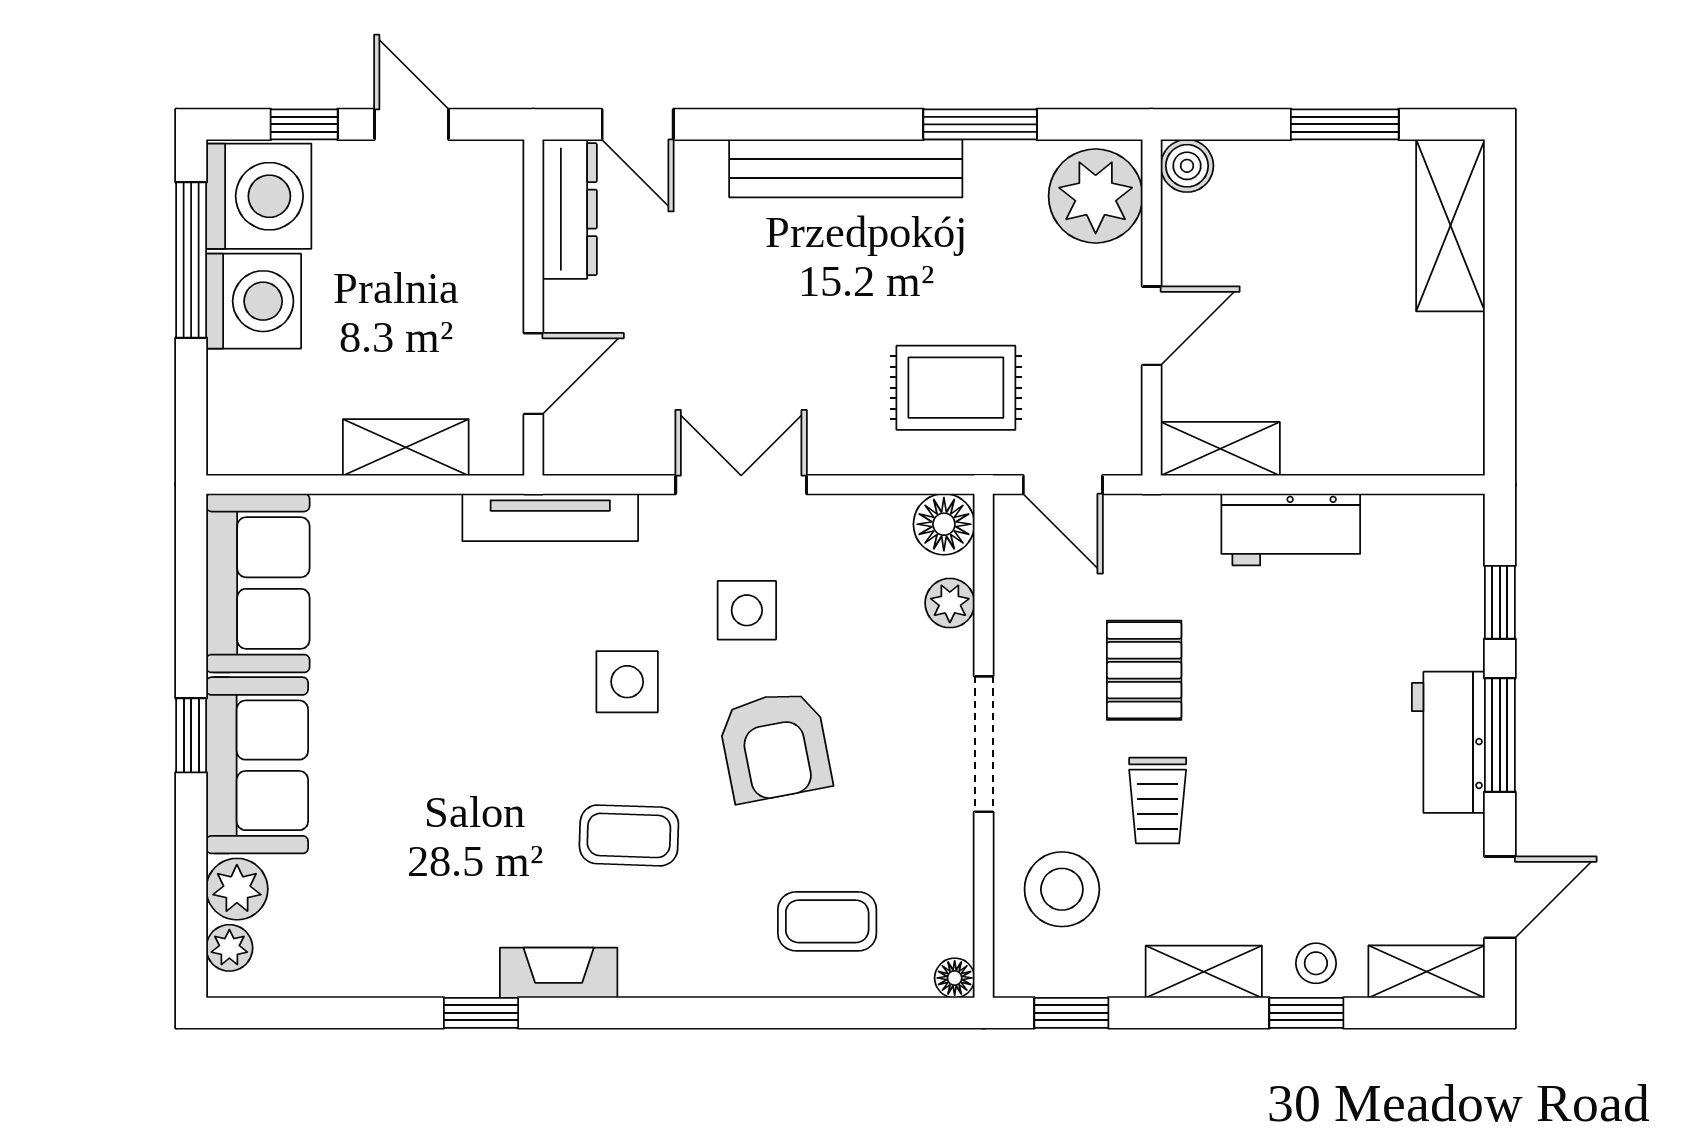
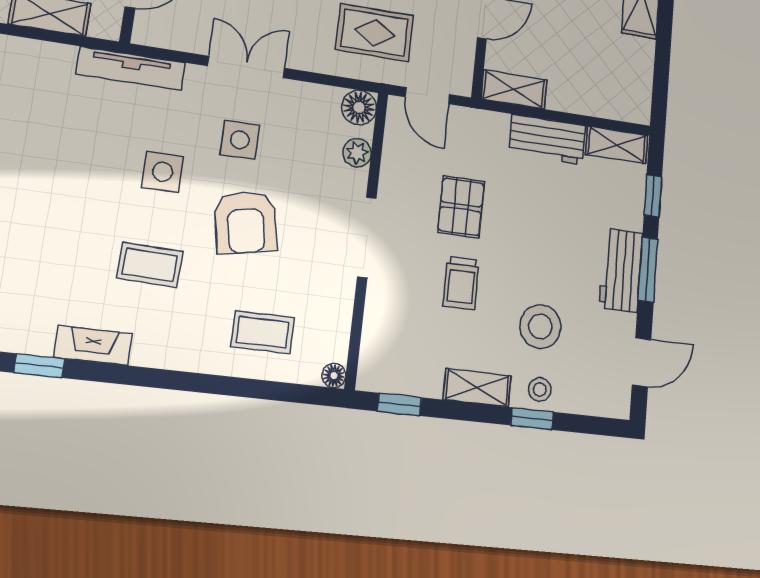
stool: (1062, 889) -> (540, 326), moved
shelving: (1427, 972) -> (617, 145), moved

